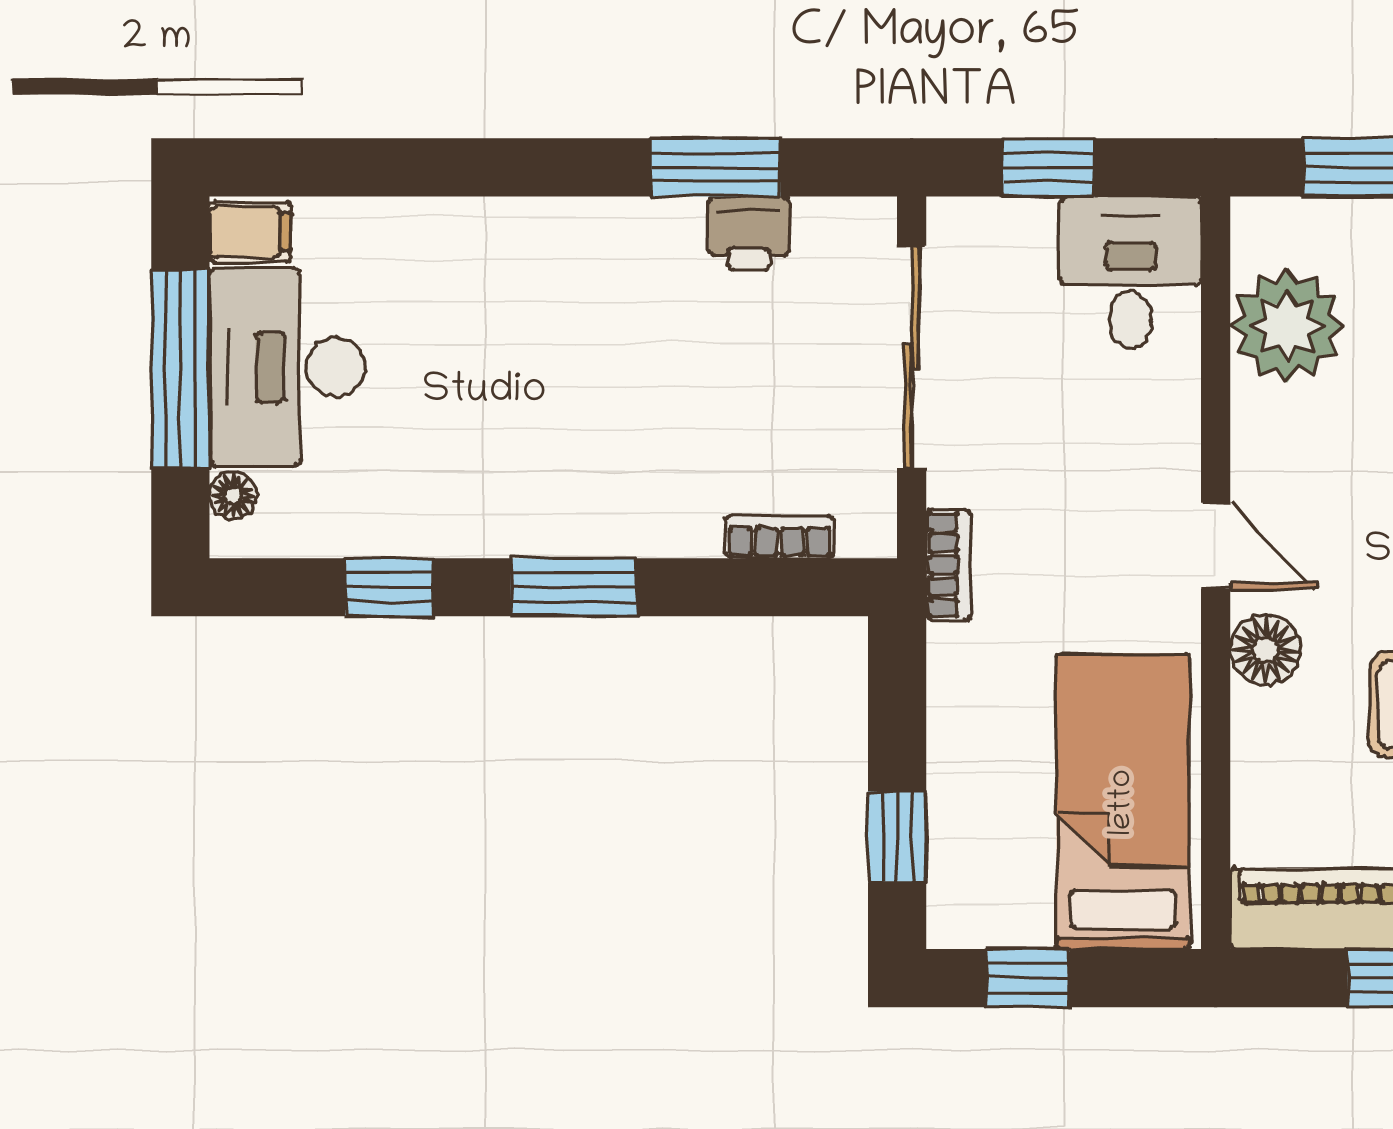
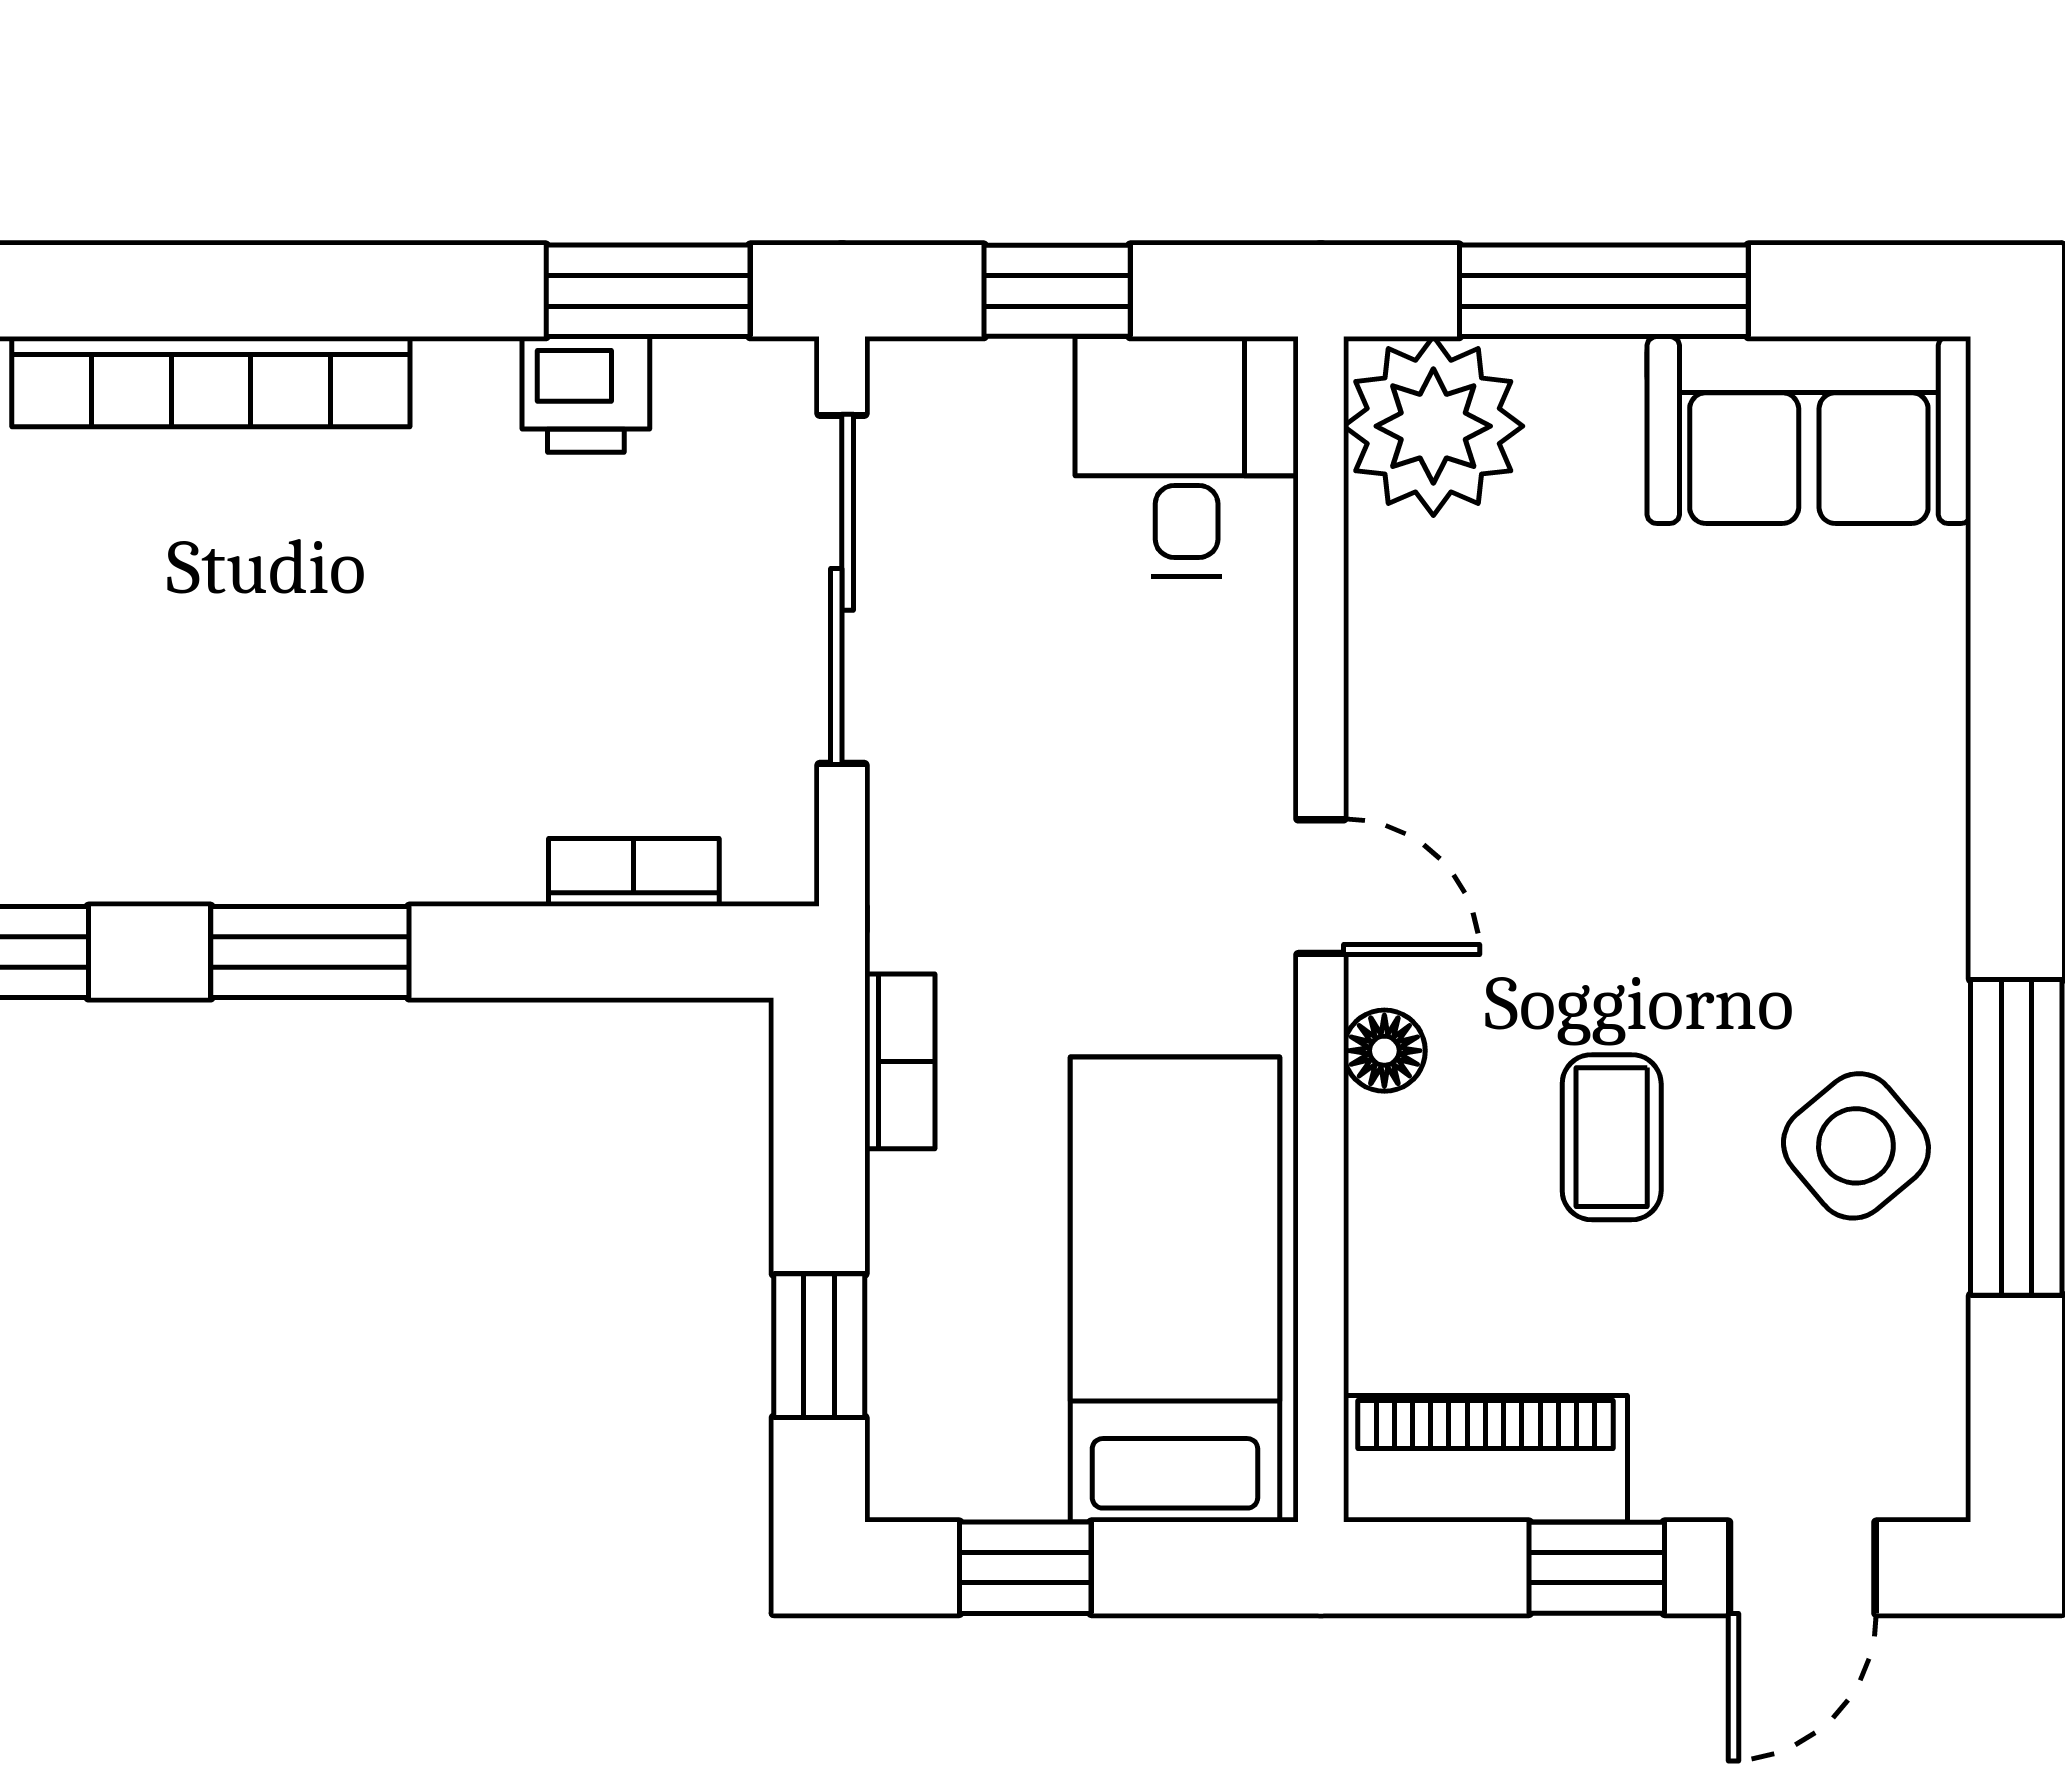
window: (716, 167) -> (648, 291), moved
bookcase: (511, 225) -> (211, 382), added
plant: (1287, 326) -> (1433, 426), moved
bookcase: (948, 565) -> (900, 1061), moved
floor lamp: (1266, 650) -> (1384, 1051), width x0.73, depth x0.73

